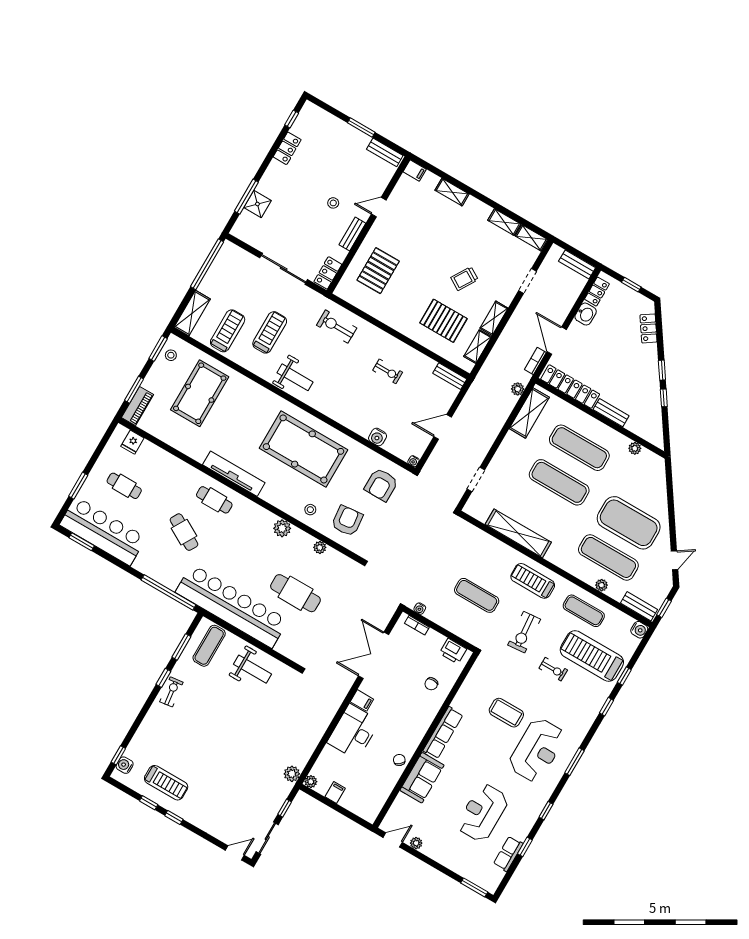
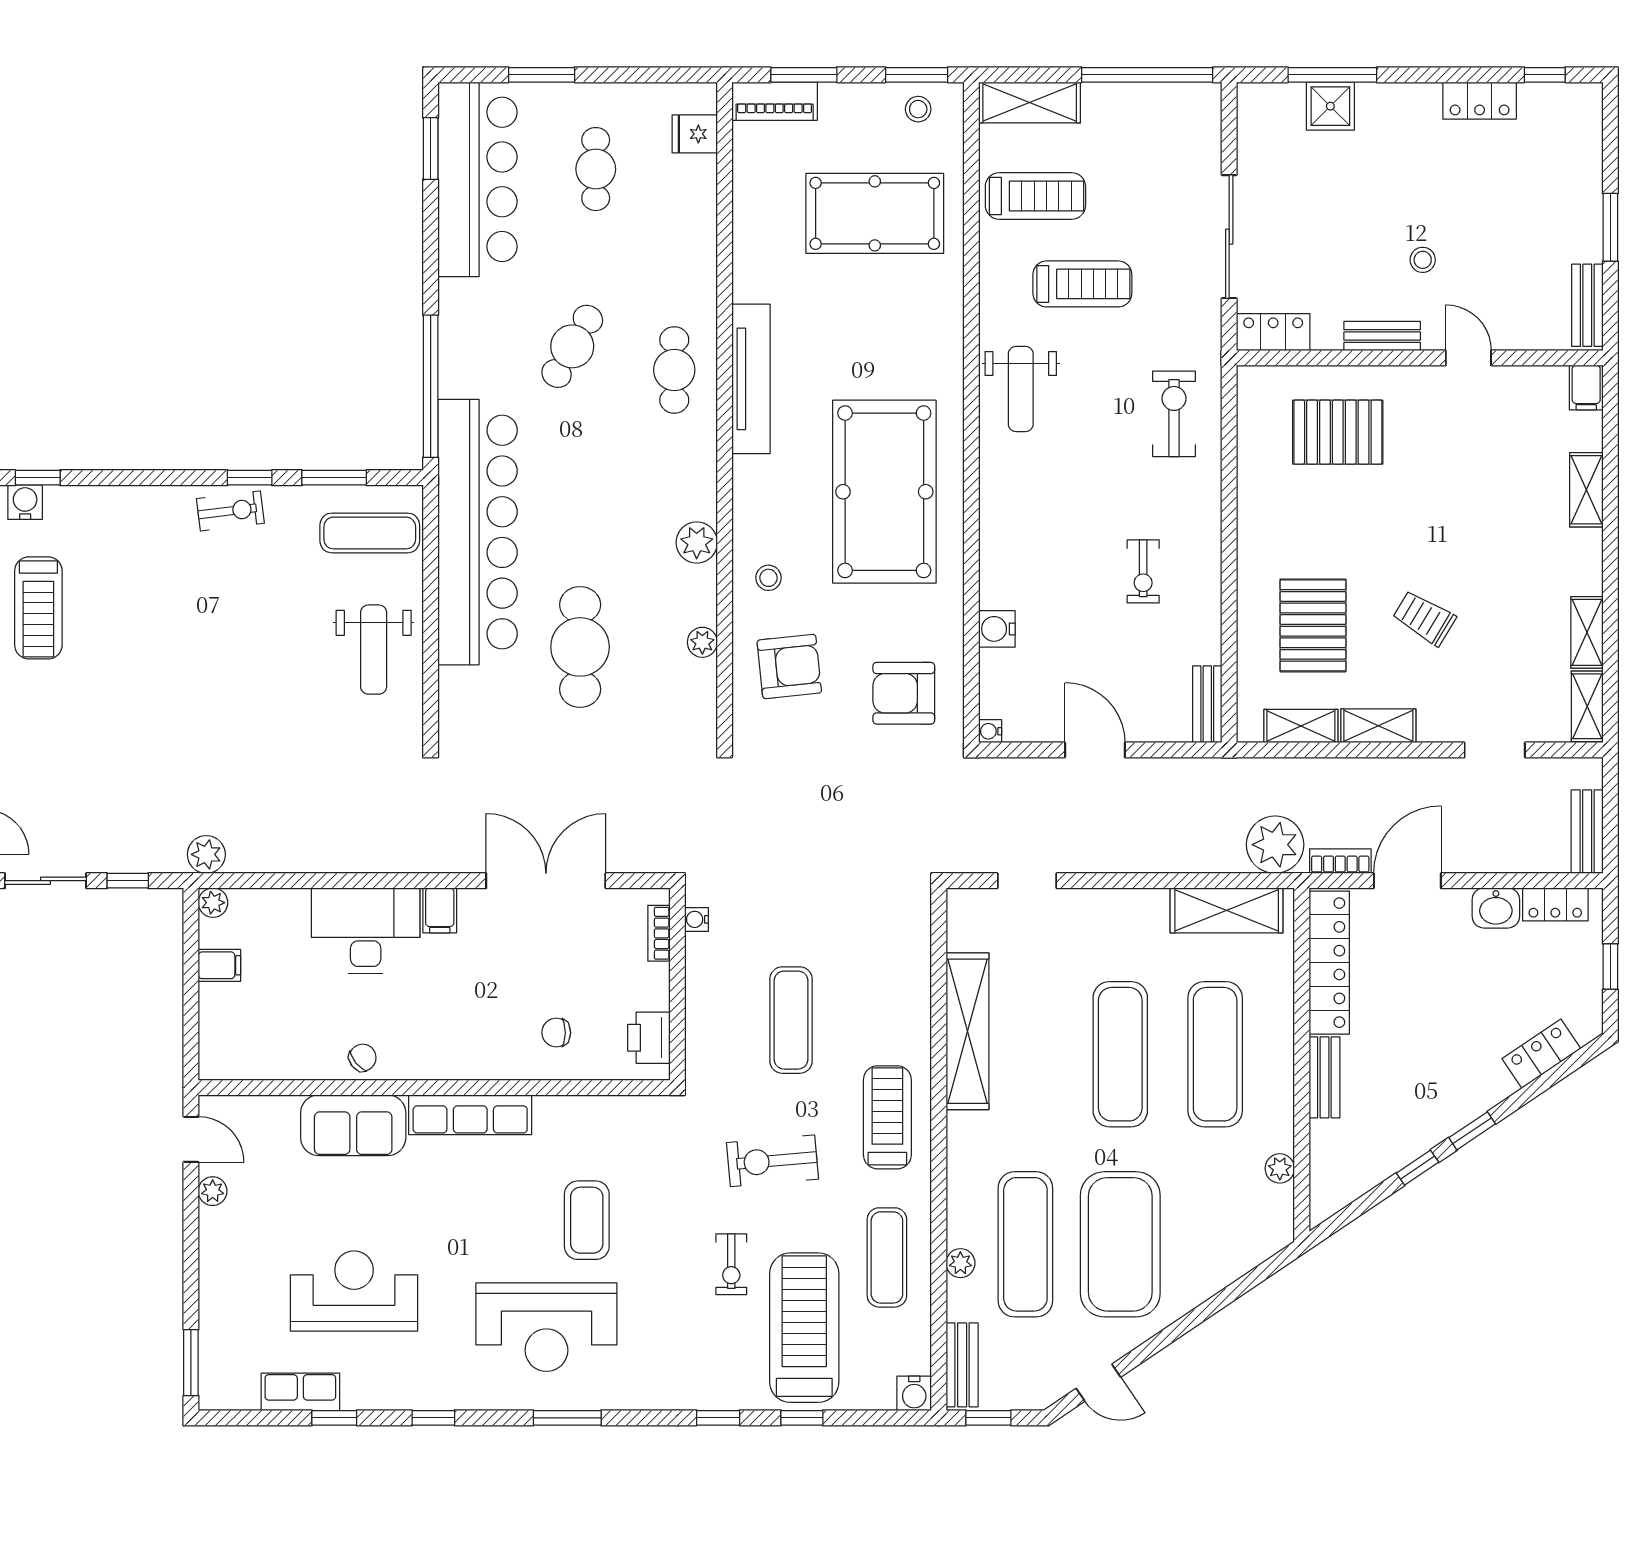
plant: (518, 389) -> (1275, 845), width x1.88, depth x1.88

